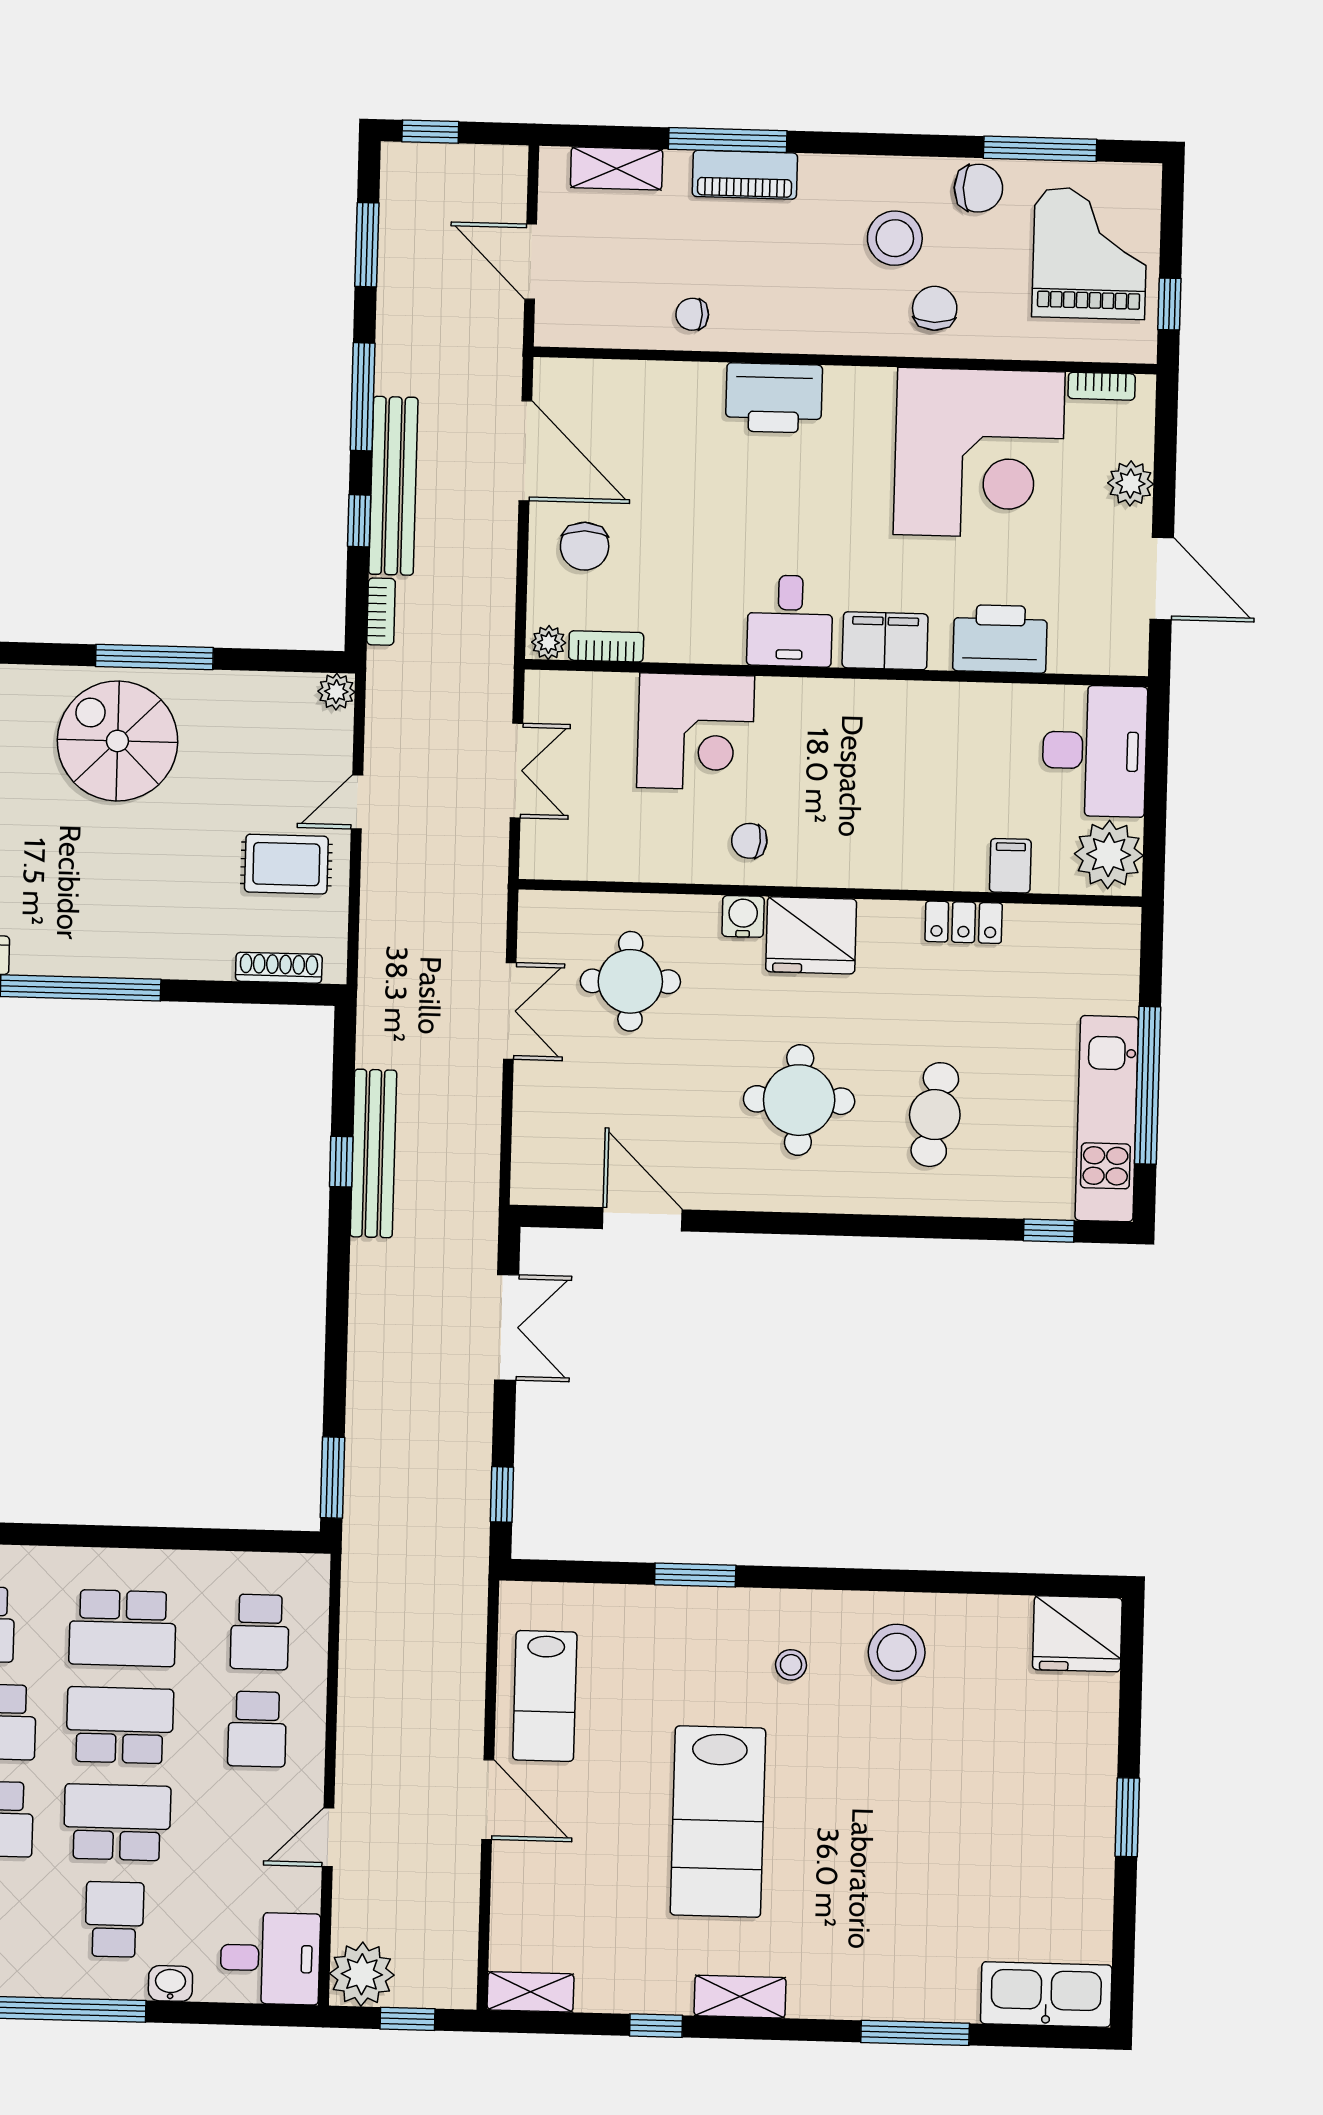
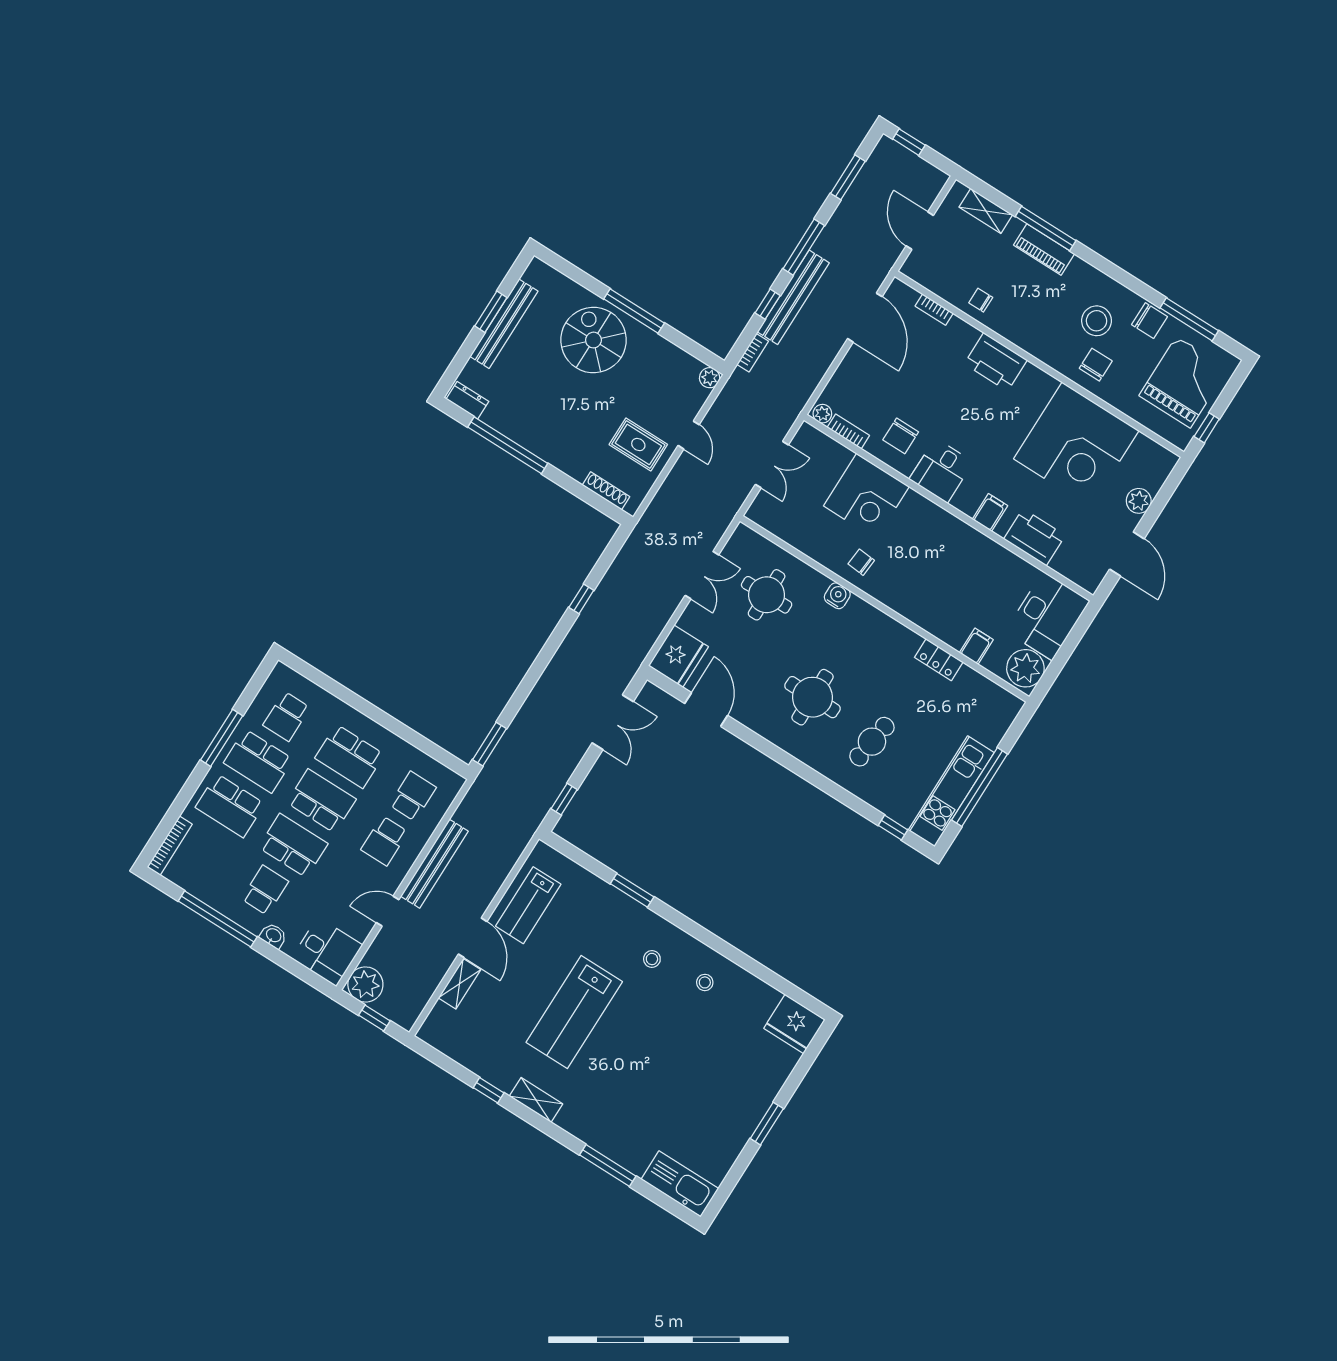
bookcase: (1102, 386) -> (934, 310), moved
chair: (585, 546) -> (901, 436), moved
filing cabinet: (885, 641) -> (990, 512), width x0.50
door: (357, 802) -> (689, 435), swing flipped
fridge: (811, 935) -> (678, 656), moved, turned -90
bench: (373, 1153) -> (434, 864), moved
school desk: (260, 1632) -> (413, 796), turned 180
stool: (897, 1652) -> (705, 982), width x0.53, depth x0.53
shelving: (531, 1992) -> (459, 984), moved, turned 90

